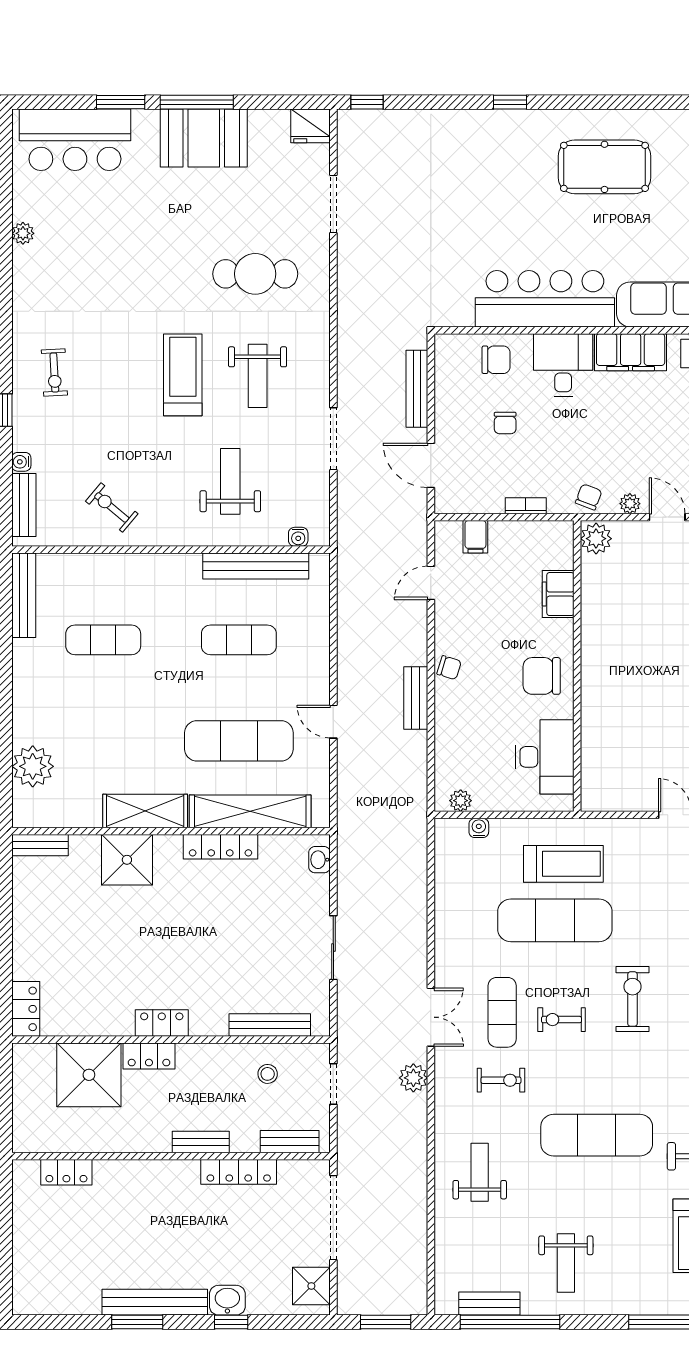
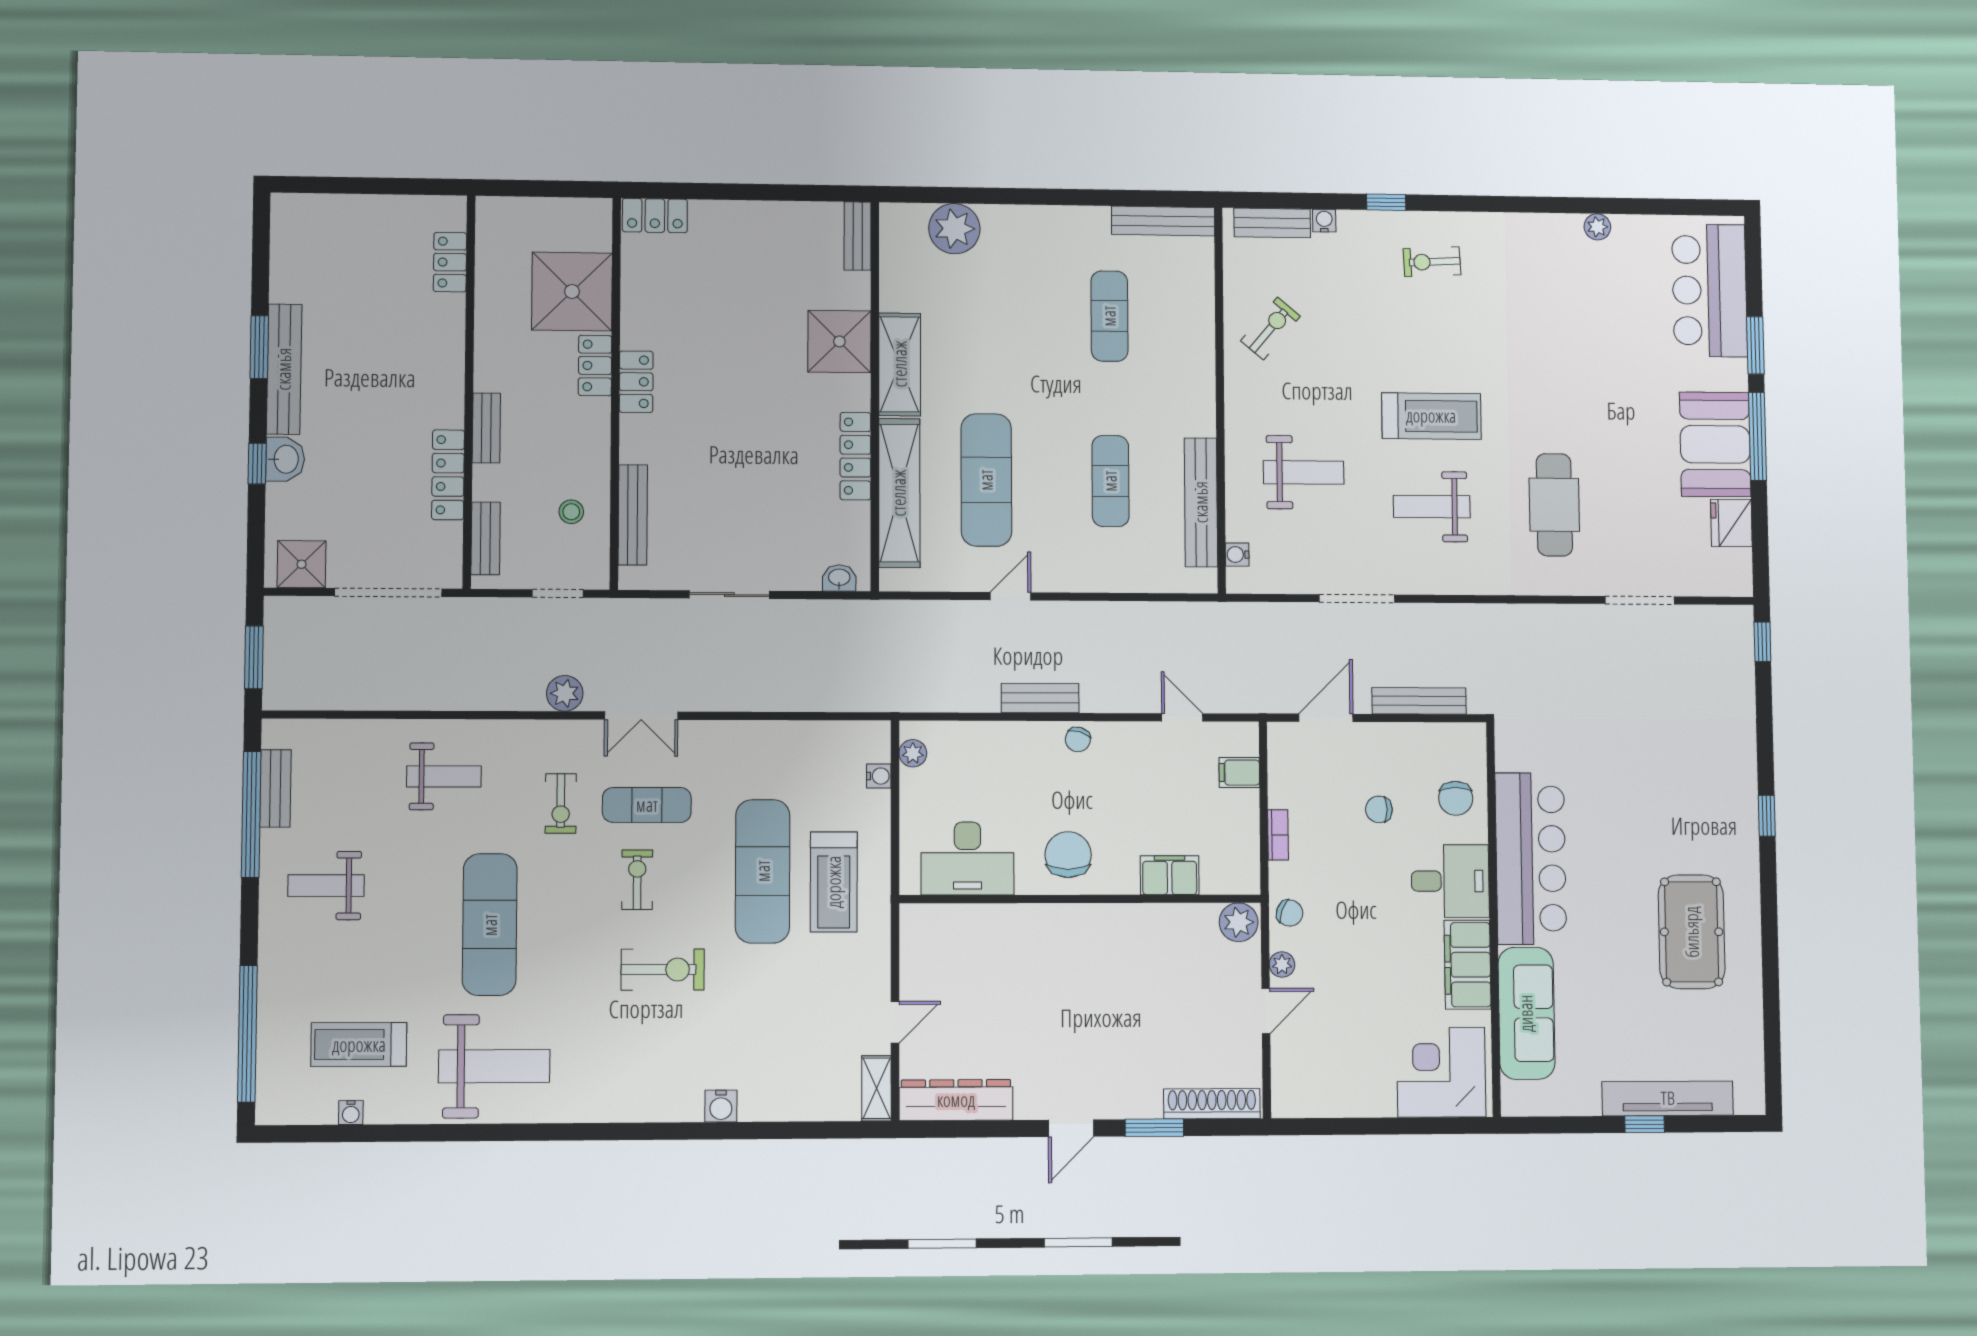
fridge: (311, 126) -> (1731, 523), moved

